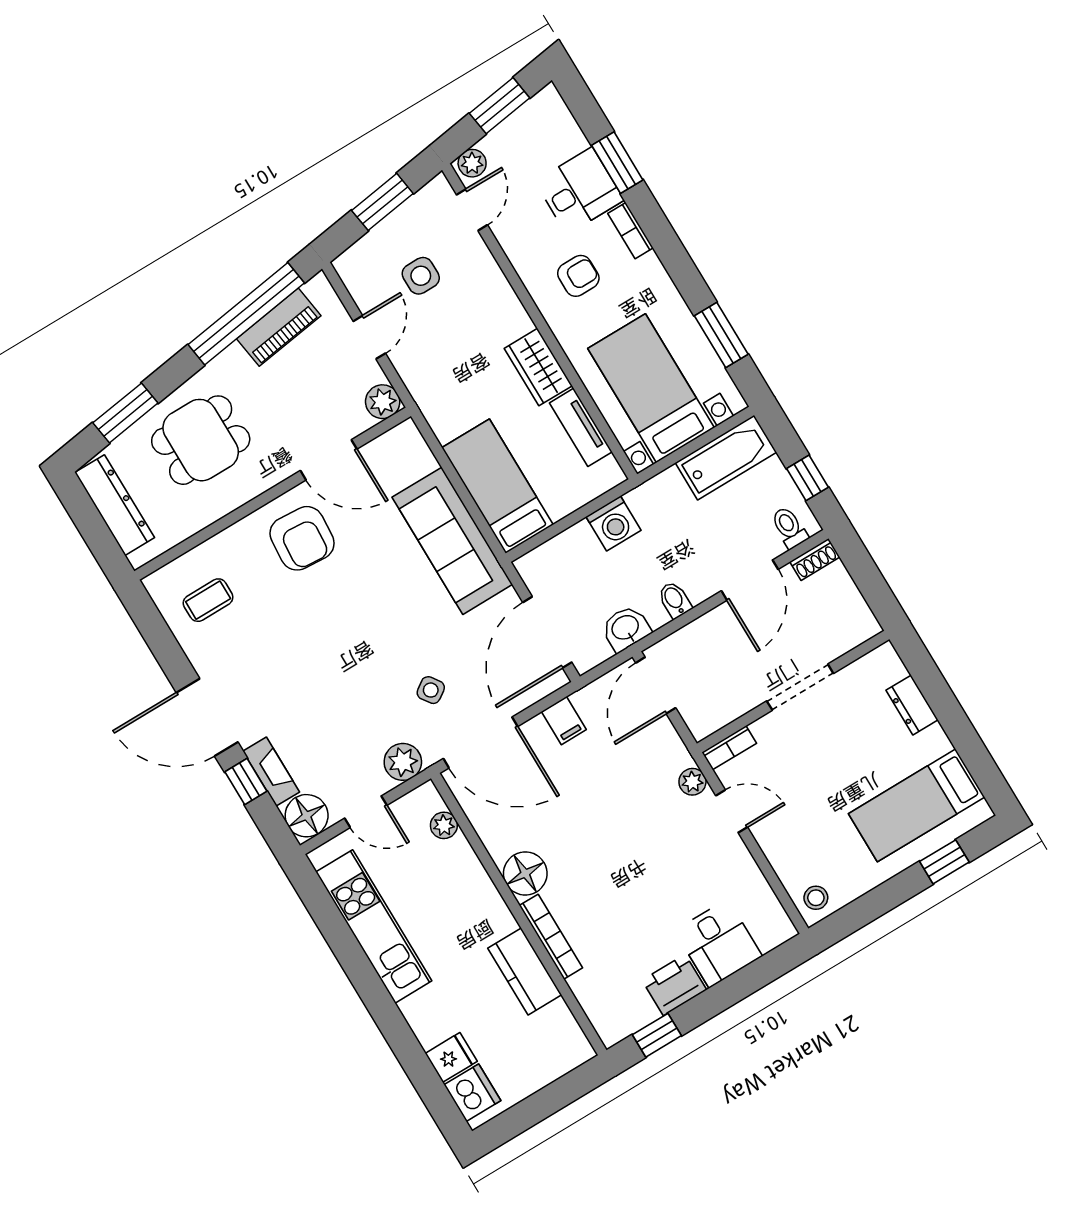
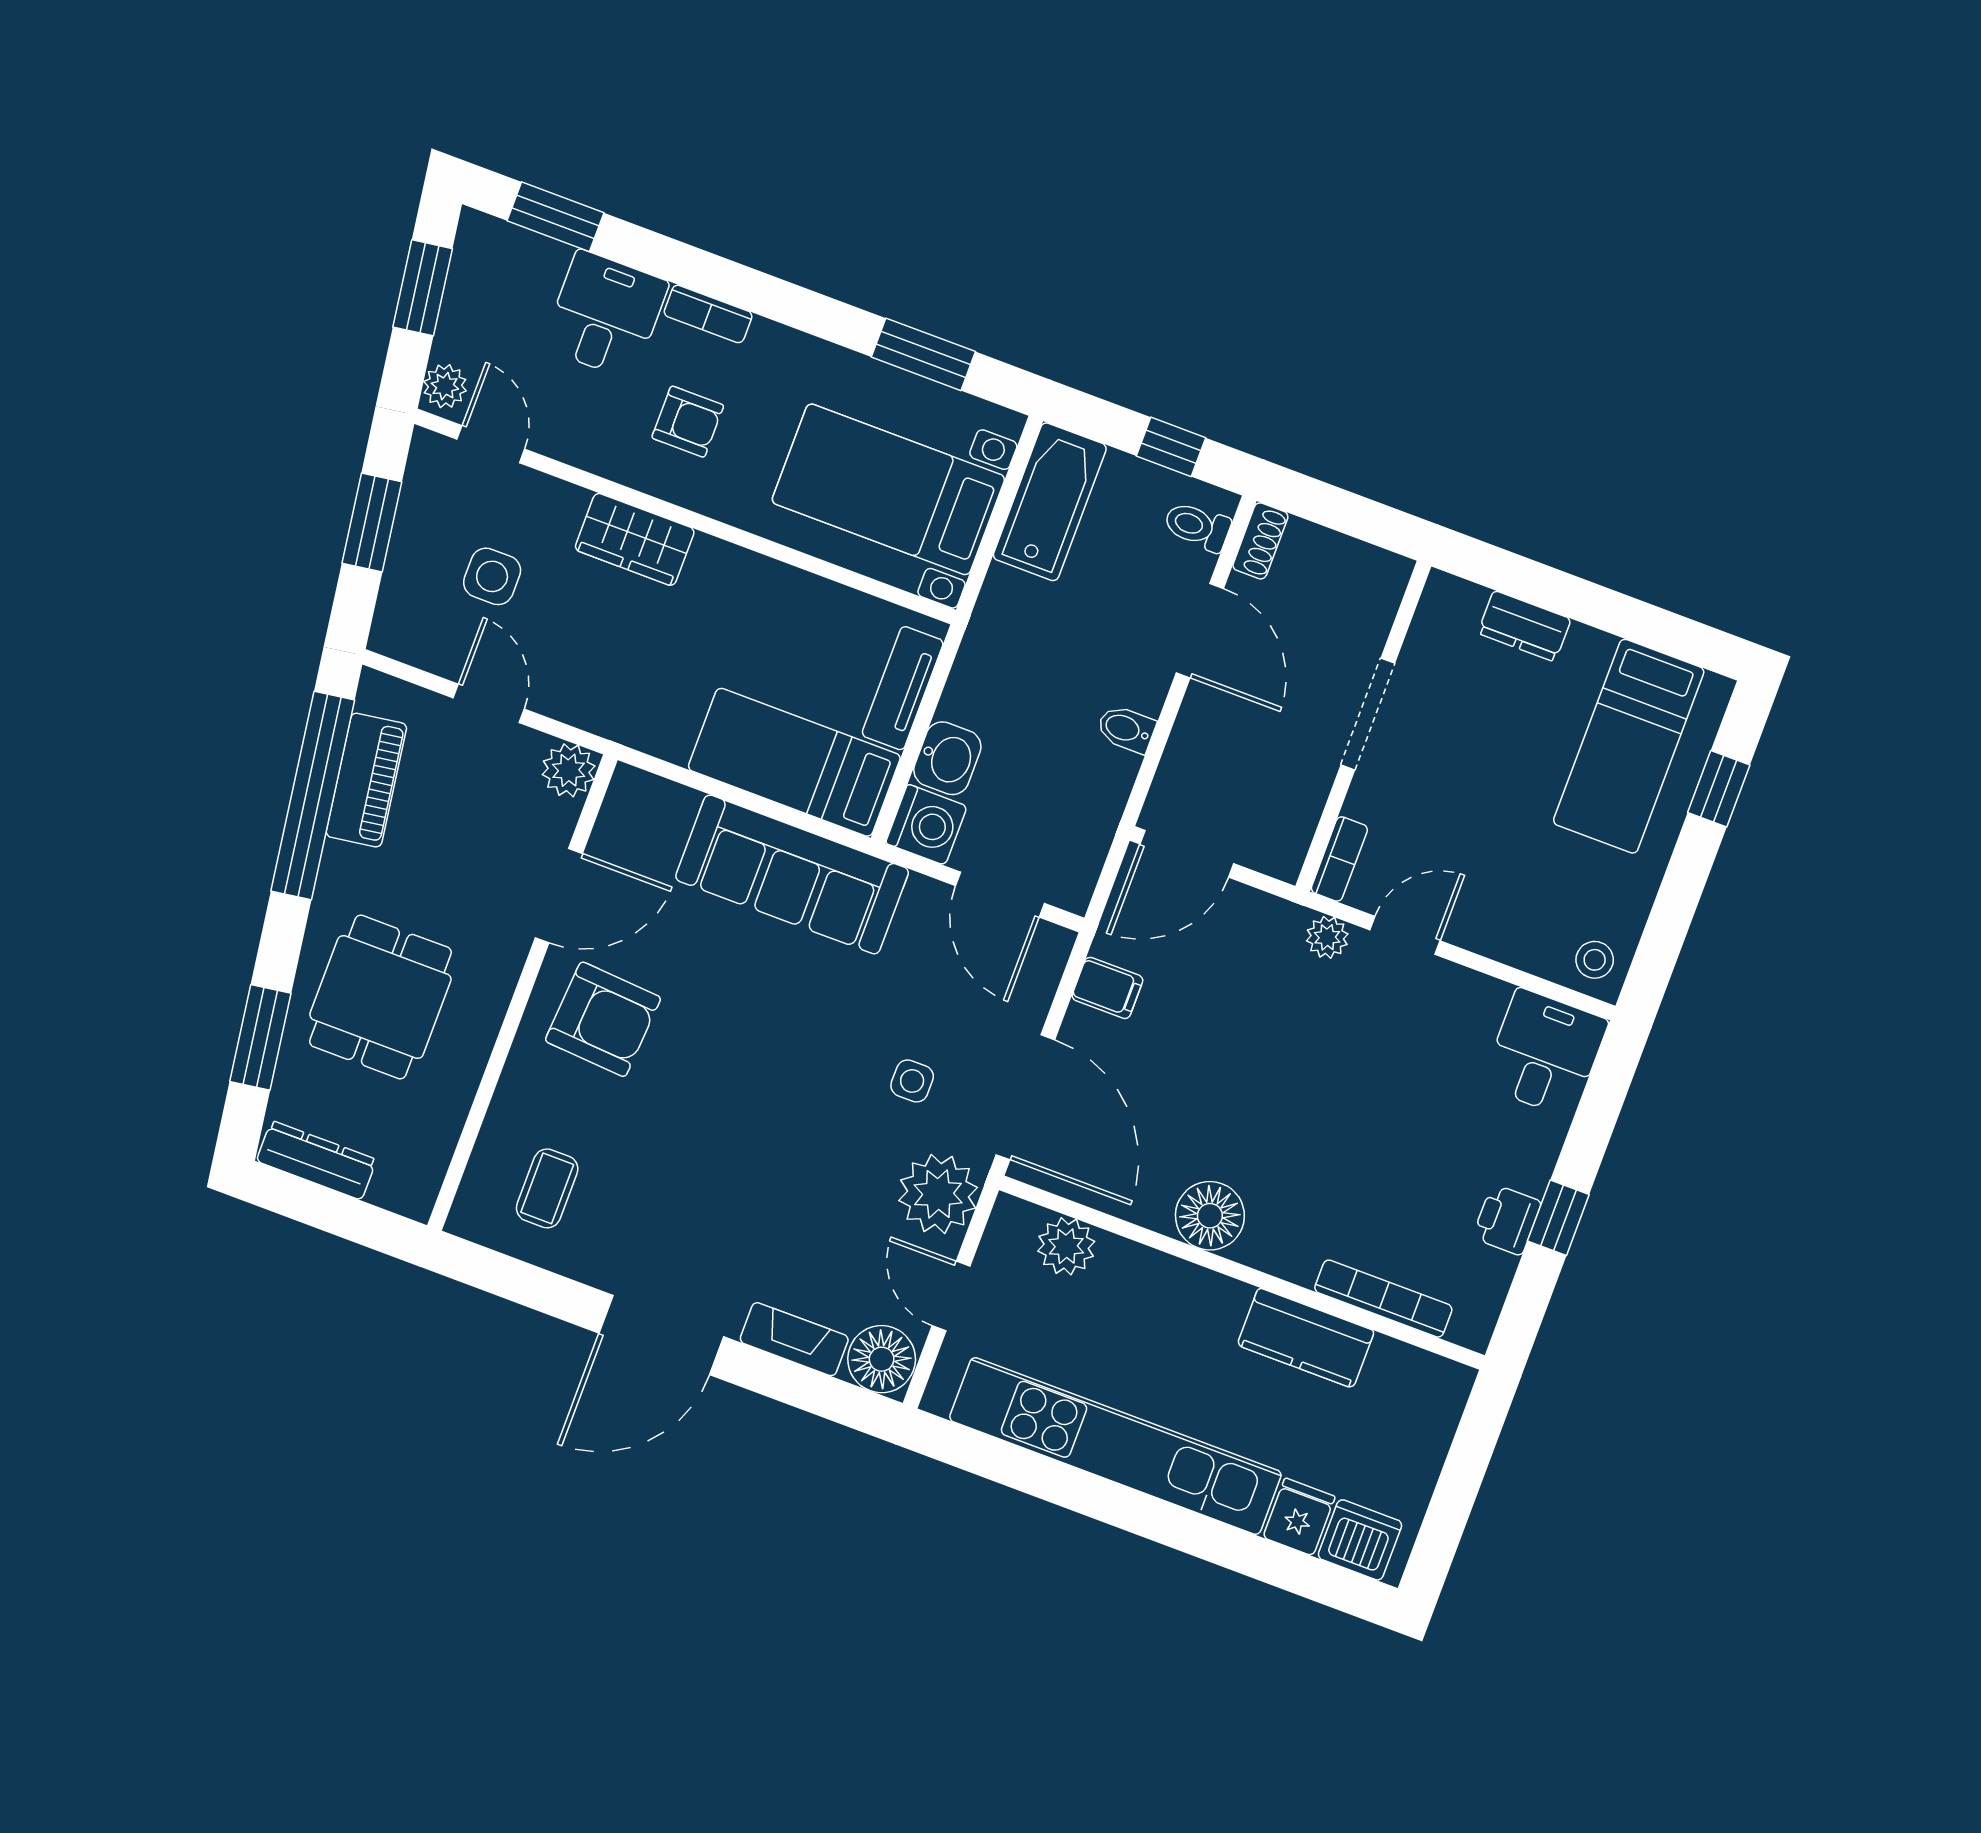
window: (617, 163) -> (555, 217), moved
armchair: (578, 276) -> (688, 422), turned 90
wardrobe: (538, 367) -> (635, 539), moved
tv unit: (581, 427) -> (903, 688), moved, turned 90
dresser: (115, 505) -> (316, 1160), width x0.73, depth x0.80
washing machine: (613, 523) -> (926, 825), moved
washbasin: (626, 628) -> (947, 758), moved, turned 180
door: (547, 632) -> (1000, 895), width x0.73
door: (656, 685) -> (1187, 854), hinge flipped
side table: (431, 690) -> (912, 1081), turned 35
door: (480, 743) -> (1025, 1097), hinge flipped
plant: (403, 762) -> (938, 1194), width x1.36, depth x1.36
window: (246, 782) -> (773, 1377), removed
door: (366, 812) -> (951, 1296), swing flipped
plant: (444, 825) -> (1066, 1246), width x1.38, depth x1.38
kitchen unit: (374, 926) -> (1115, 1446), width x1.36
bookcase: (551, 937) -> (1383, 1299), moved
desk: (718, 943) -> (1545, 1053), moved, turned -90
printer: (674, 985) -> (1507, 1220), width x0.73, depth x0.81
window: (657, 1035) -> (1558, 1218), moved

